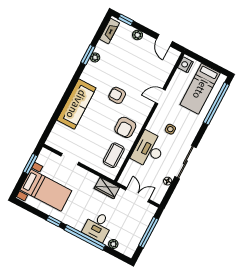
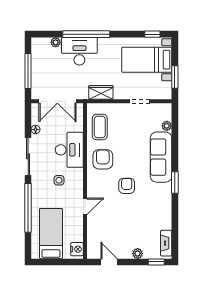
window: (88, 55) -> (175, 182), moved
plant: (95, 57) -> (167, 126), moved
armchair: (117, 95) -> (127, 186), turned -90
window: (216, 104) -> (28, 208), moved
wardrobe: (107, 188) -> (101, 92), moved
double door: (137, 195) -> (57, 101), width x1.37
window: (54, 221) -> (152, 34), moved
desk: (98, 226) -> (79, 51), width x1.37

